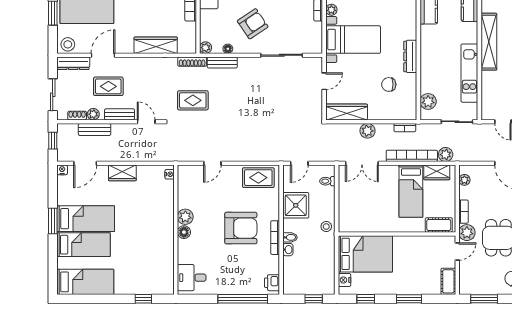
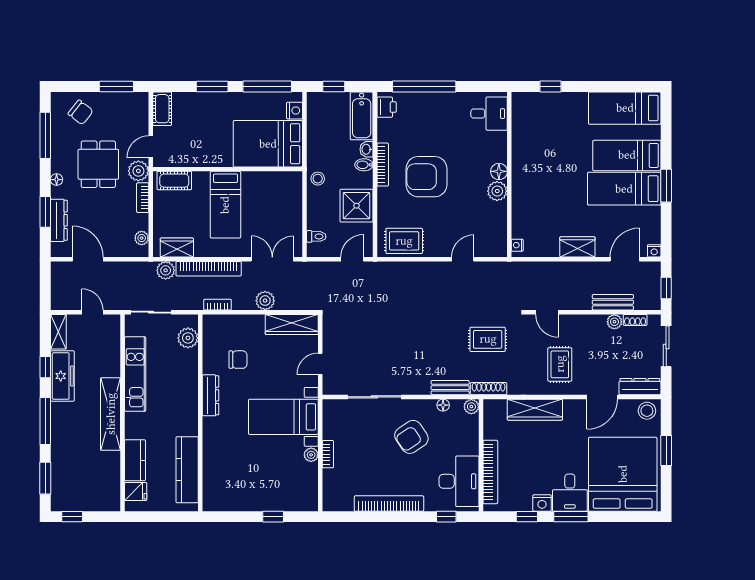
rug: (108, 86) -> (560, 364), moved, turned 90
bench: (120, 114) -> (581, 322), removed
bed: (411, 191) -> (225, 205), moved, turned 180
bathtub: (292, 276) -> (362, 116), added
window: (366, 299) -> (267, 86), width x2.17

